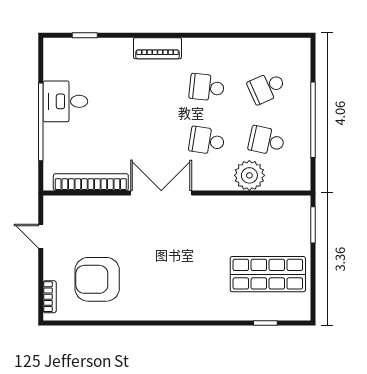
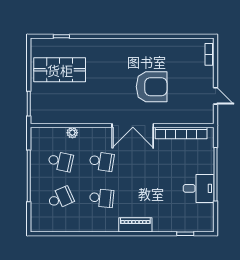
plant: (249, 175) -> (72, 133), width x0.53, depth x0.53
armchair: (97, 279) -> (152, 87), moved

